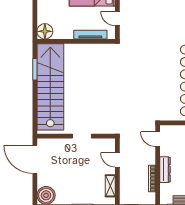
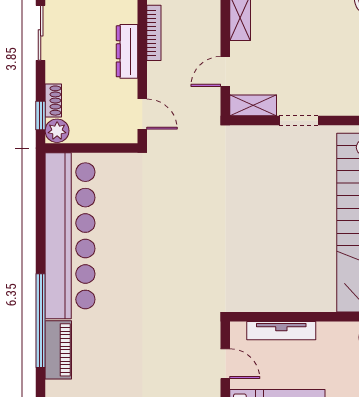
shelving: (104, 144) -> (253, 105), added
door: (117, 160) -> (225, 72), swing flipped

